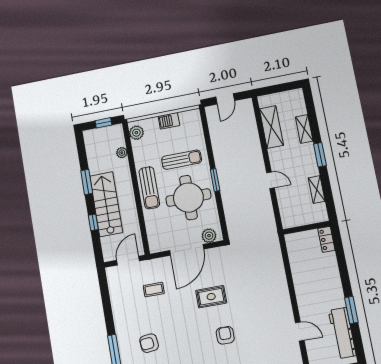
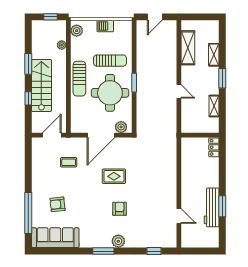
workbench: (342, 333) -> (212, 207), moved

